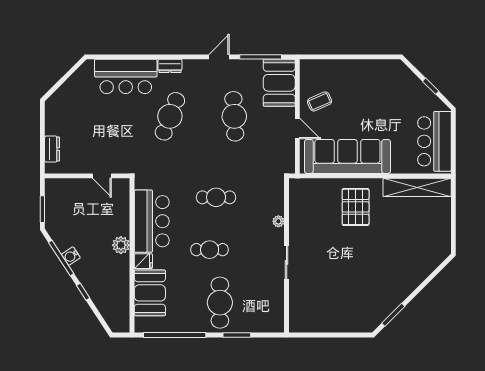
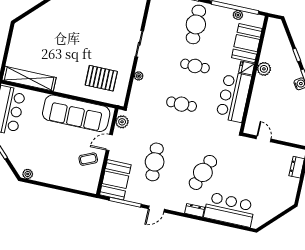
plant: (392, 66) -> (28, 174), added
door: (297, 128) -> (109, 142), hinge flipped
plant: (287, 158) -> (122, 122), added
pallet: (356, 207) -> (101, 78), moved, turned 90
plant: (121, 245) -> (264, 69), moved
plant: (169, 326) -> (238, 15), added

